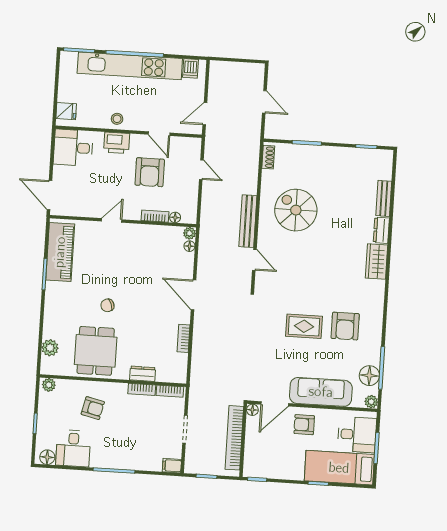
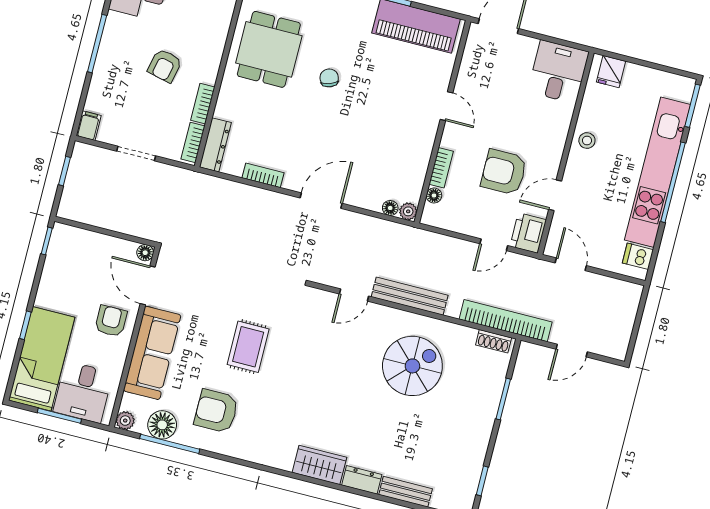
printer: (117, 143) -> (528, 233), moved
armchair: (345, 326) -> (216, 411), moved
dining table: (96, 351) -> (269, 49), turned 90
dresser: (143, 374) -> (215, 145), moved, width x1.44
armchair: (93, 408) -> (165, 66), moved
bookcase: (234, 438) -> (506, 321), moved

